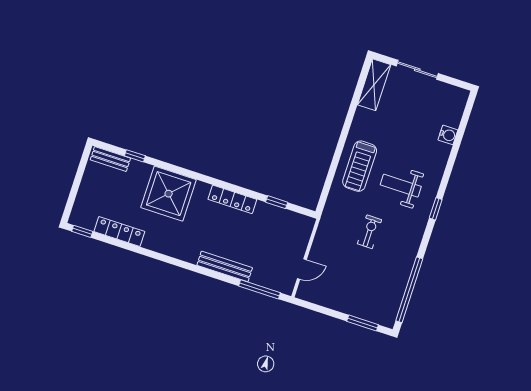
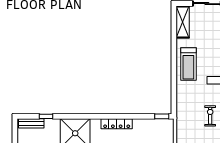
treadmill: (360, 166) -> (188, 64), moved
window: (277, 202) -> (162, 116), moved

